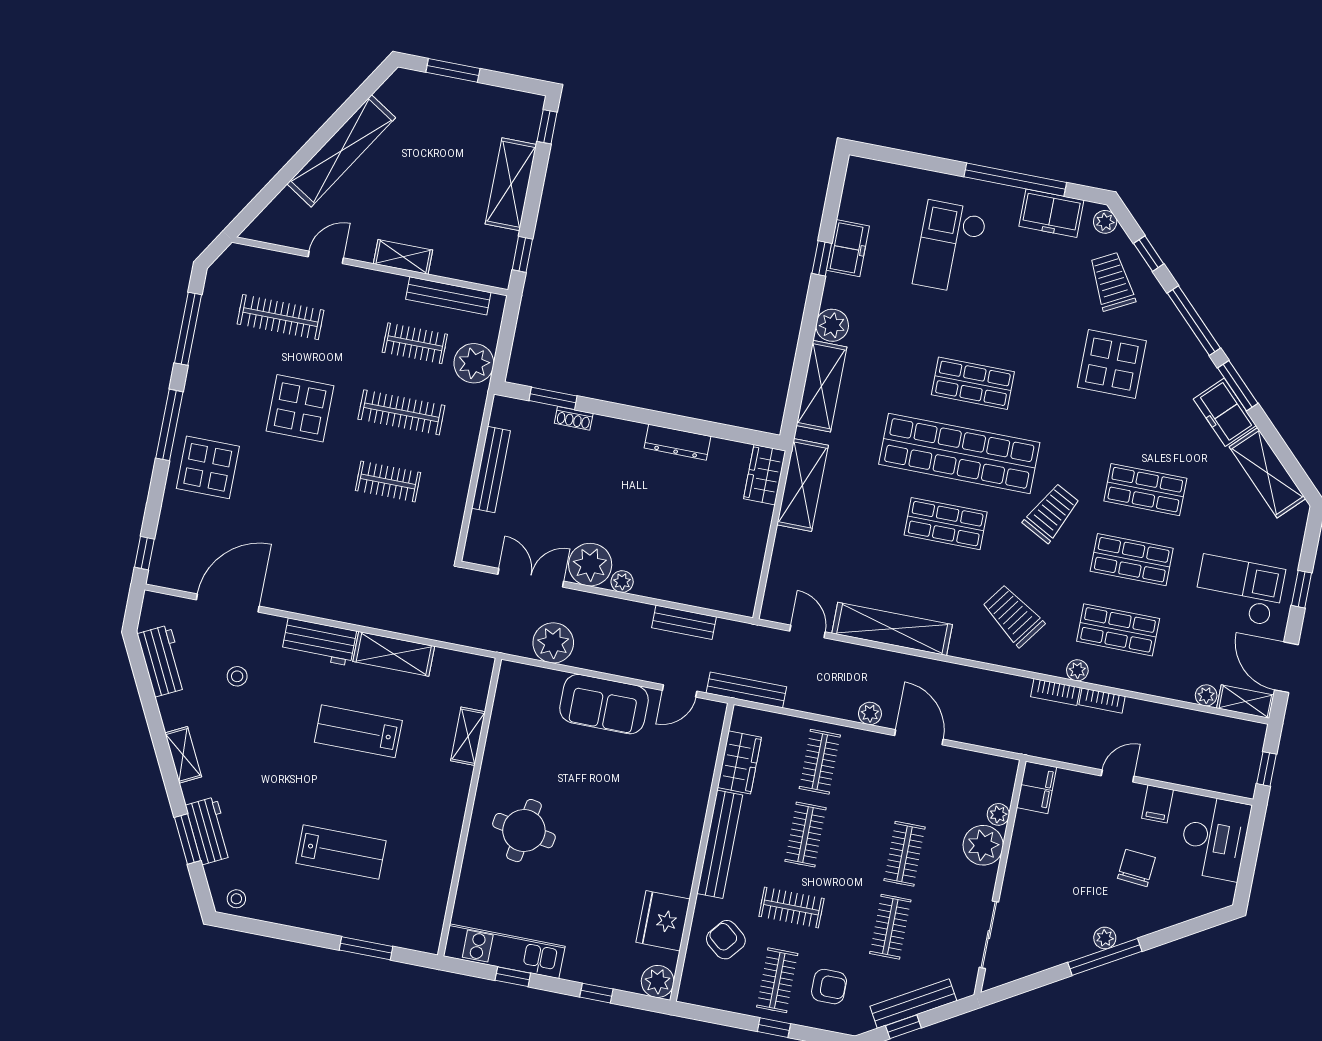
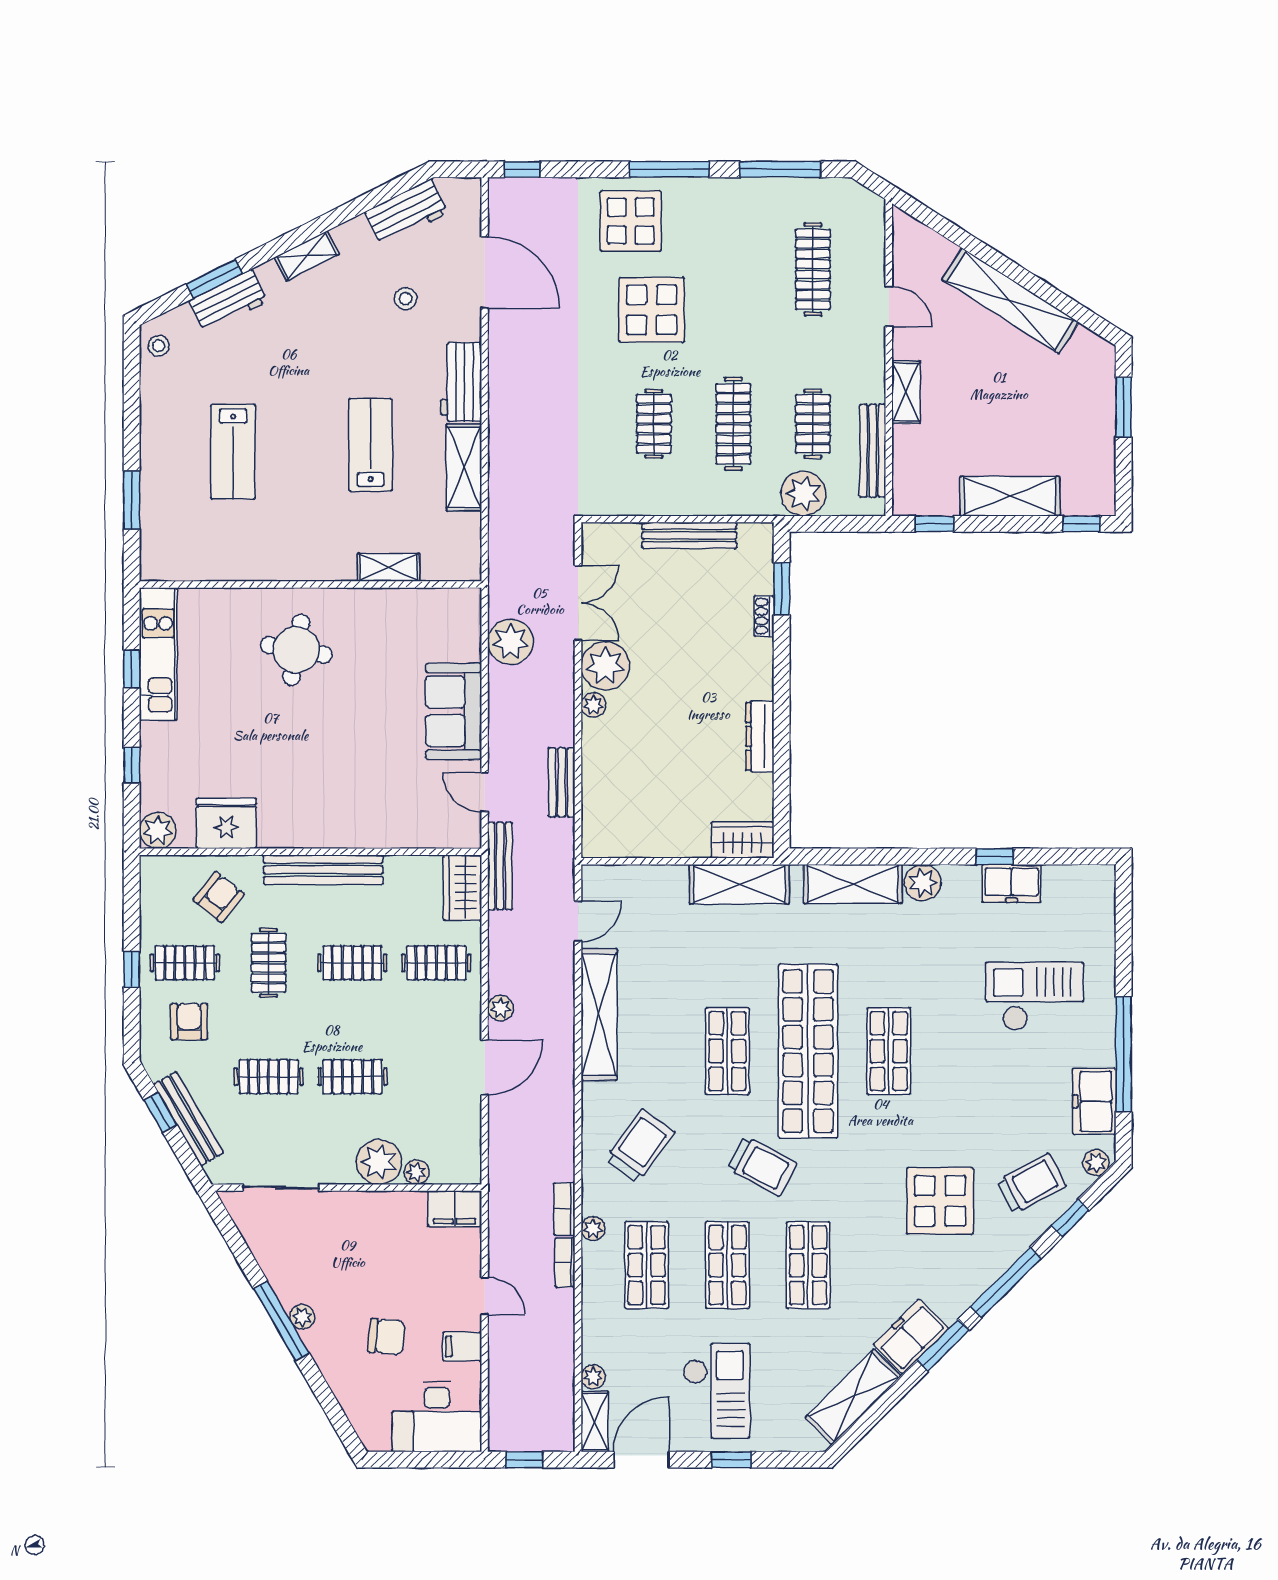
display table: (300, 408) -> (652, 310), moved
wardrobe: (739, 762) -> (462, 888), moved, turned 90
armchair: (829, 987) -> (189, 1022), turned 180

